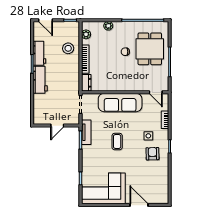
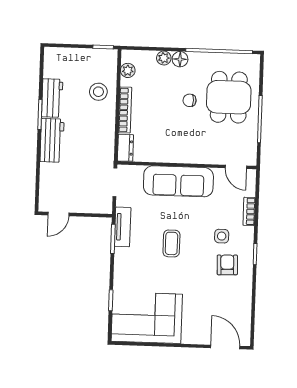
door: (46, 20) -> (64, 46), removed
floor lamp: (118, 26) -> (180, 59), added
door: (57, 126) -> (58, 214), moved
door: (139, 205) -> (225, 347), moved

